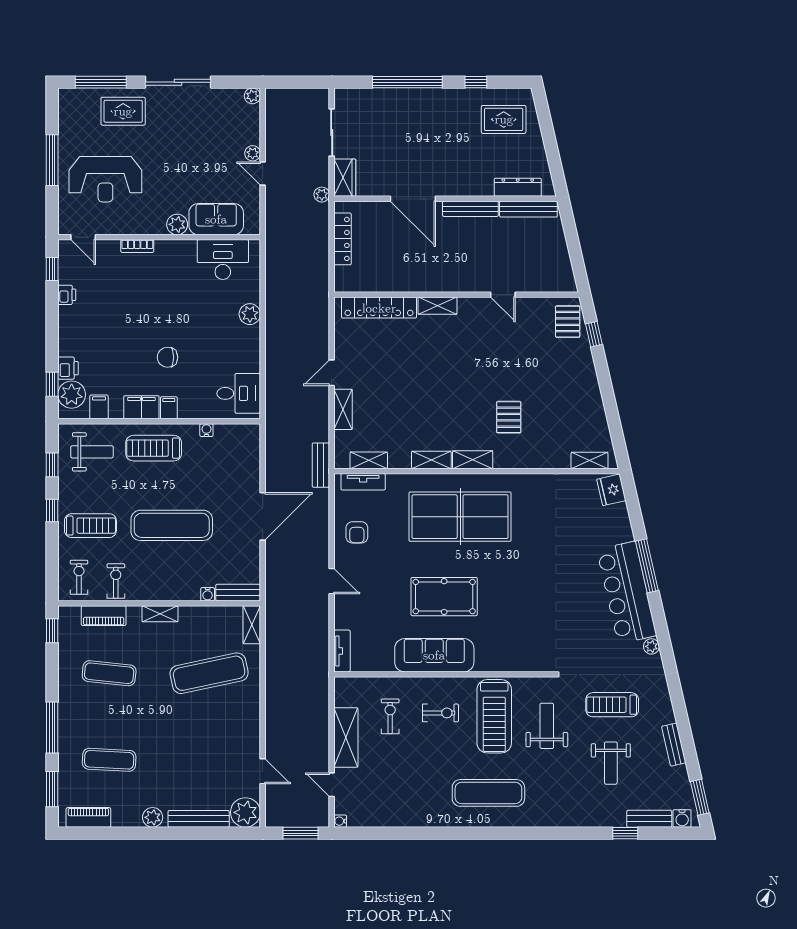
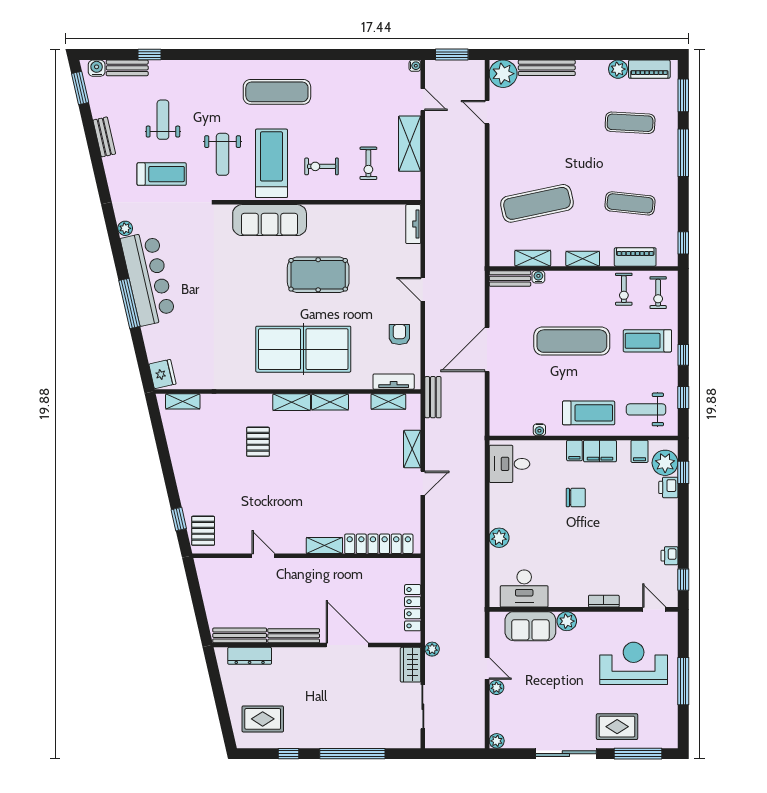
shelving: (252, 625) -> (533, 258), moved, turned 90
sofa: (434, 655) -> (270, 220), moved
plant: (153, 817) -> (618, 69), moved

